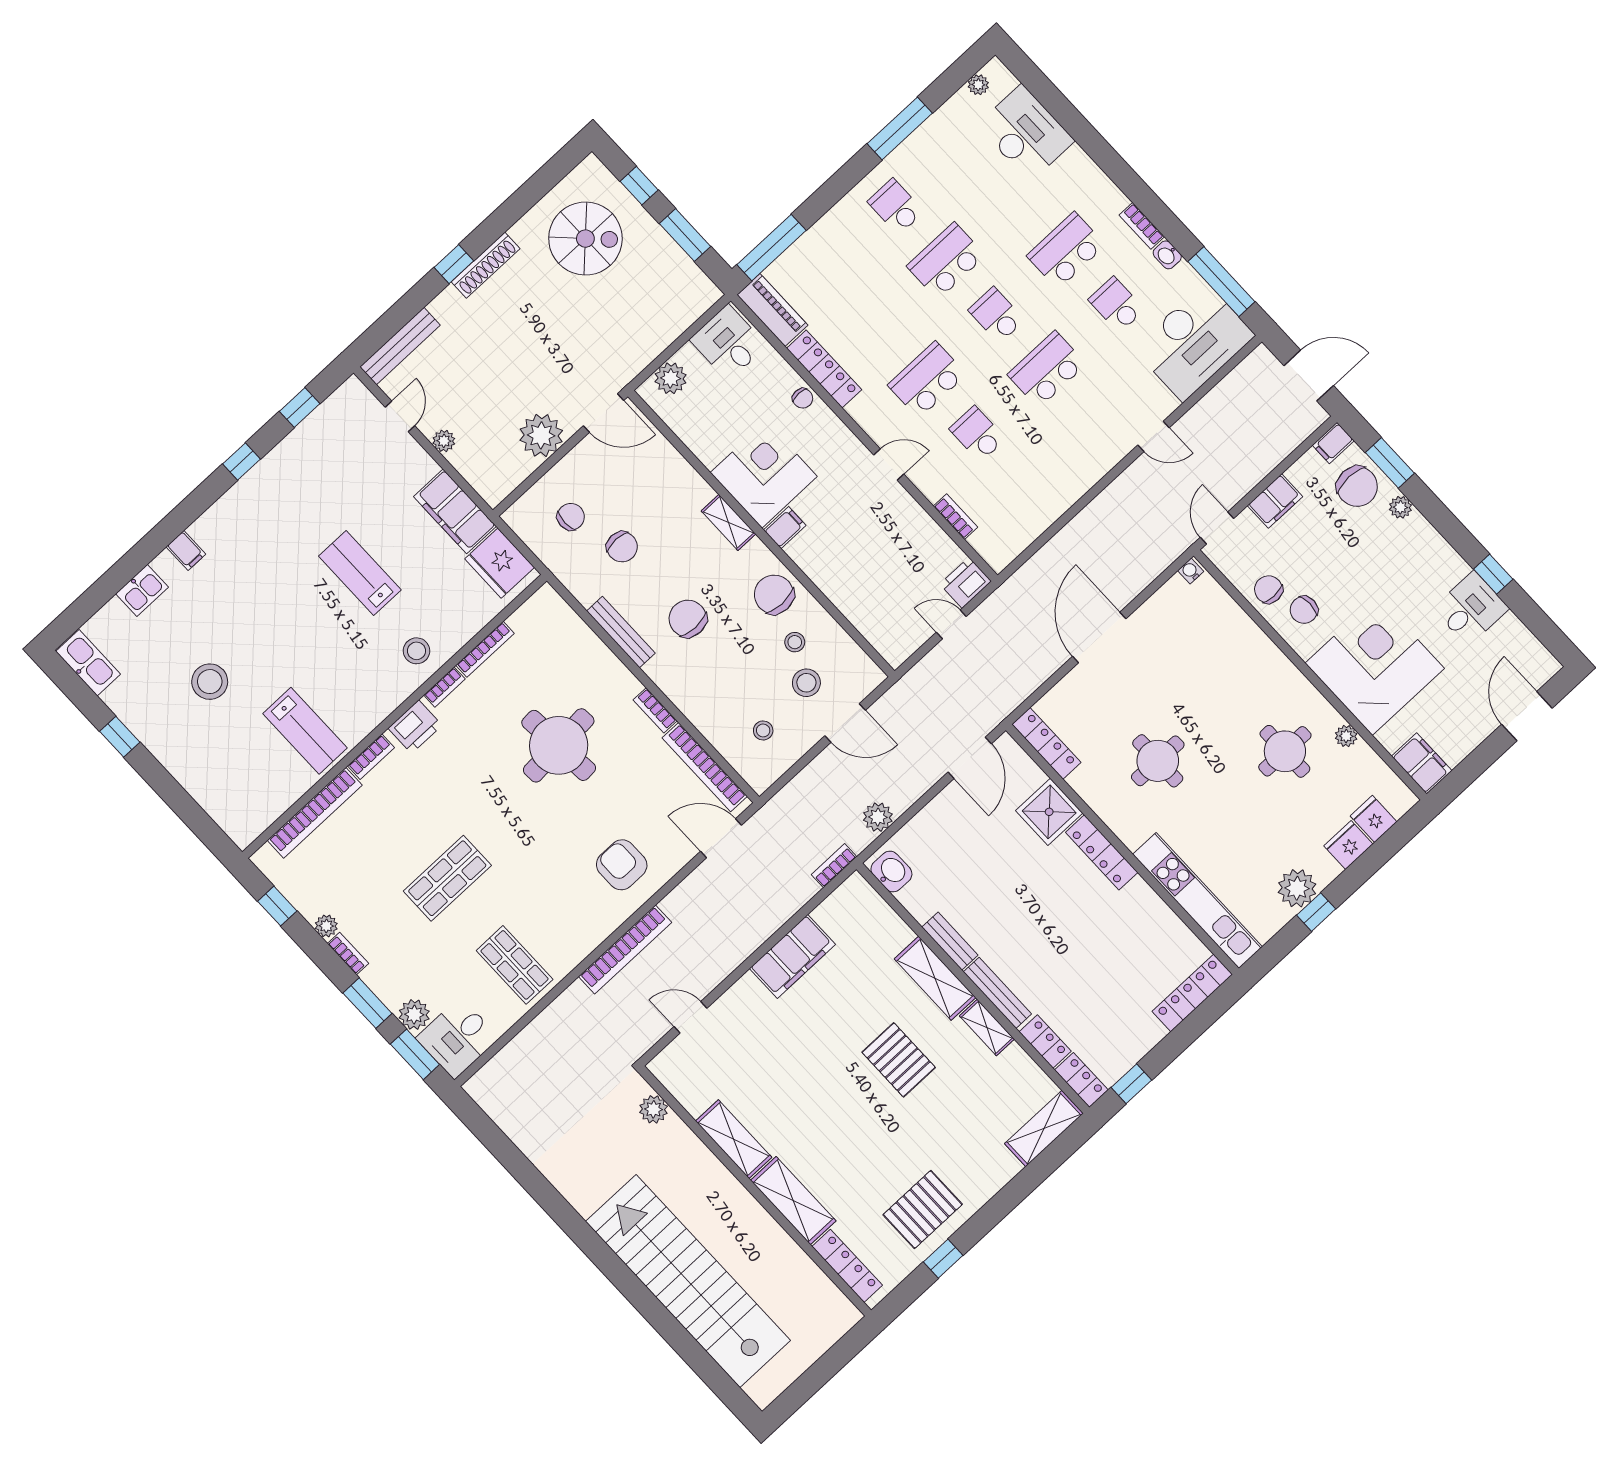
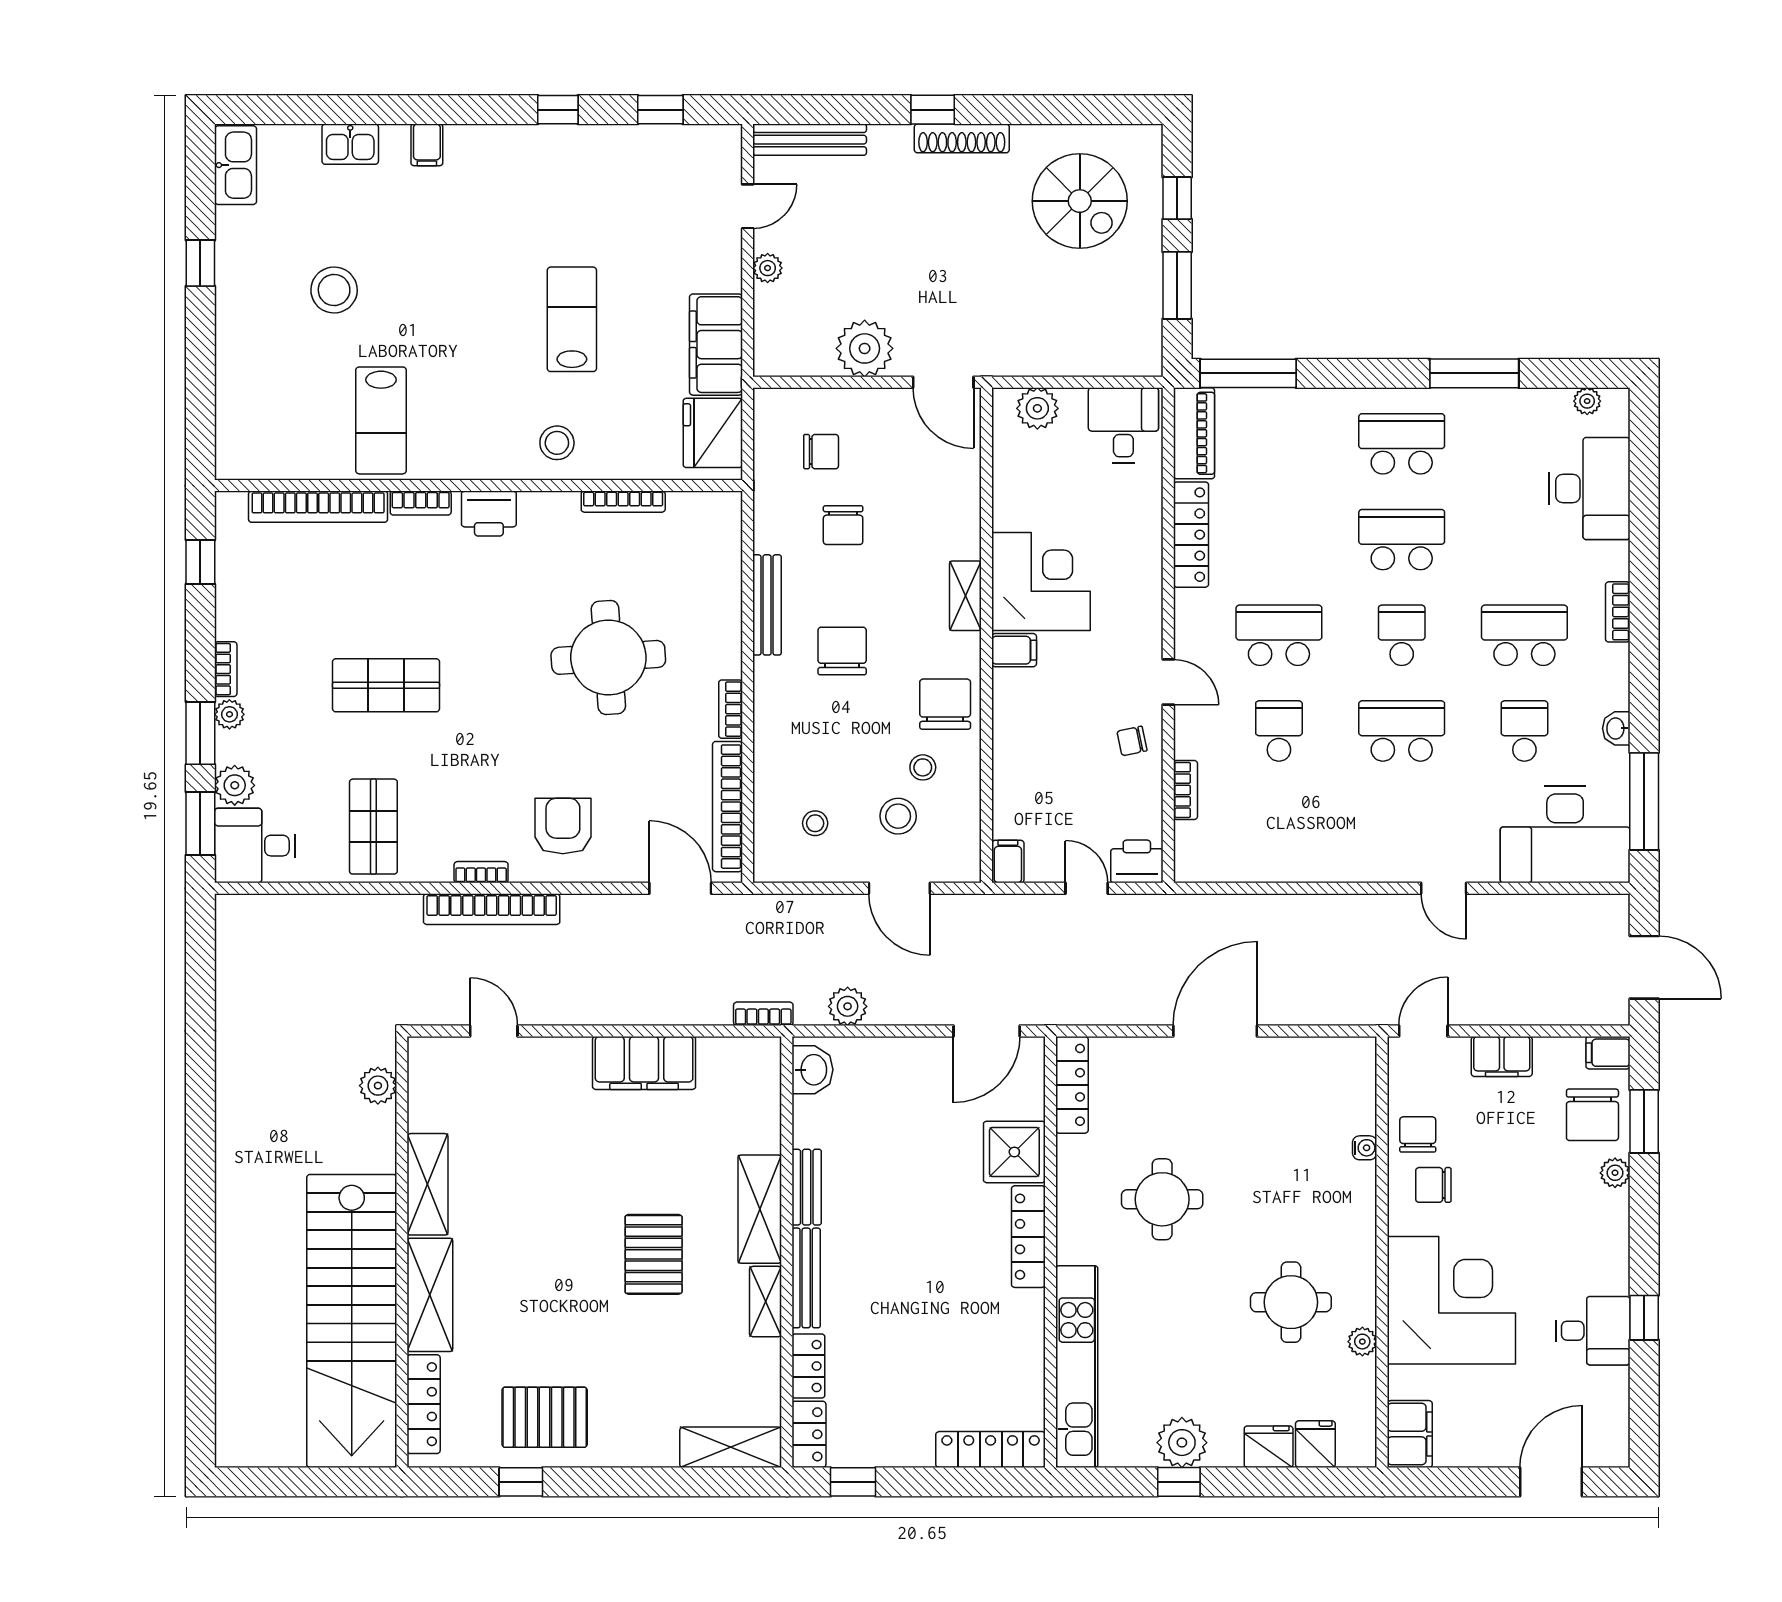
school desk: (896, 207) -> (1402, 444), width x1.85
bookcase: (1142, 226) -> (1618, 612), moved
chair: (803, 398) -> (1132, 741), moved, turned 78
water cooler: (1191, 571) -> (1365, 1148), moved, turned 90
filing cabinet: (893, 651) -> (1008, 862), added
bookcase: (444, 687) -> (481, 872), moved, turned 180
plant: (326, 926) -> (229, 714), moved
stairs: (688, 1281) -> (352, 1321), moved, turned 180

